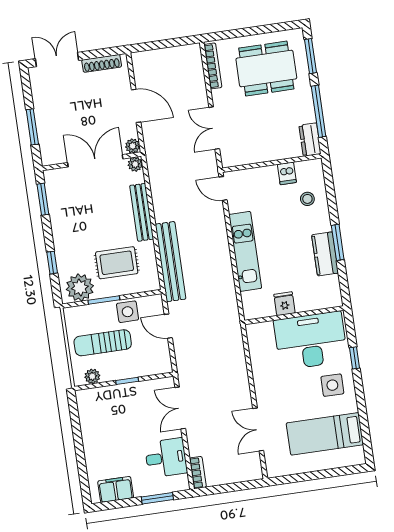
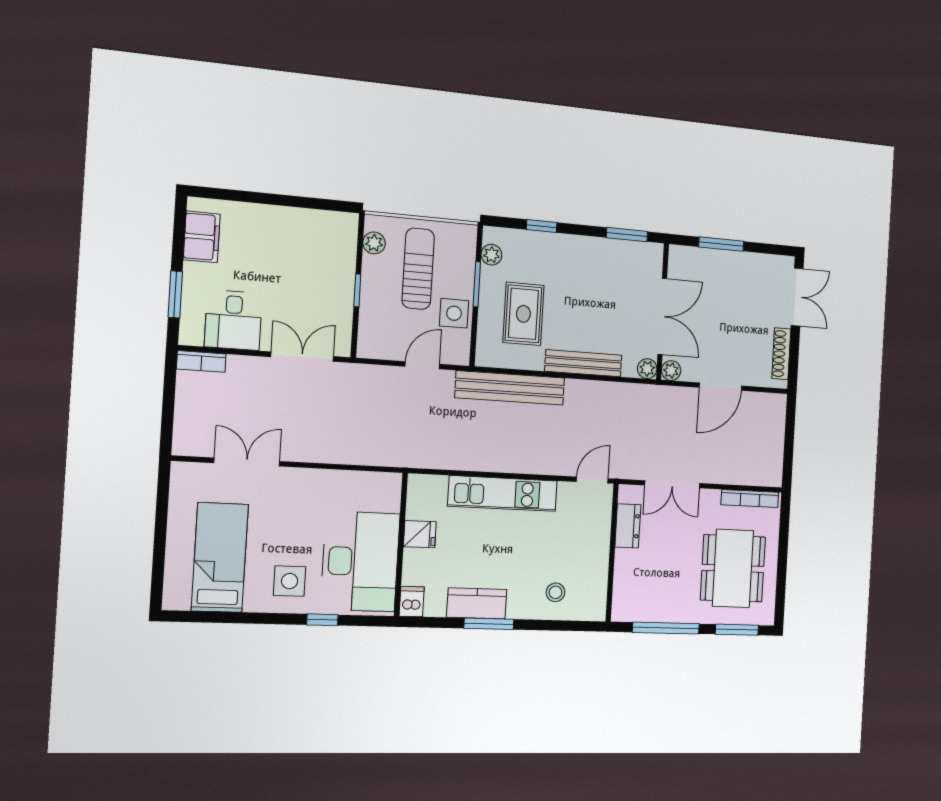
double door: (214, 128) -> (672, 484), swing flipped
dresser: (310, 140) -> (628, 526), moved, turned 90
dishwasher: (287, 173) -> (412, 602), moved, turned 90
plant: (80, 288) -> (491, 255), width x0.53, depth x0.53

